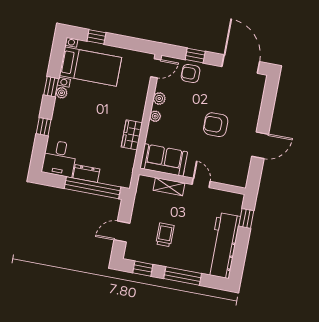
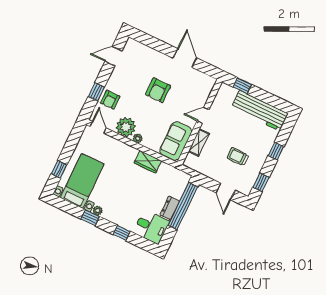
door: (241, 64) -> (114, 56), width x0.53
plant: (159, 99) -> (126, 127), width x1.87, depth x1.87
window: (183, 276) -> (276, 151), width x0.46

